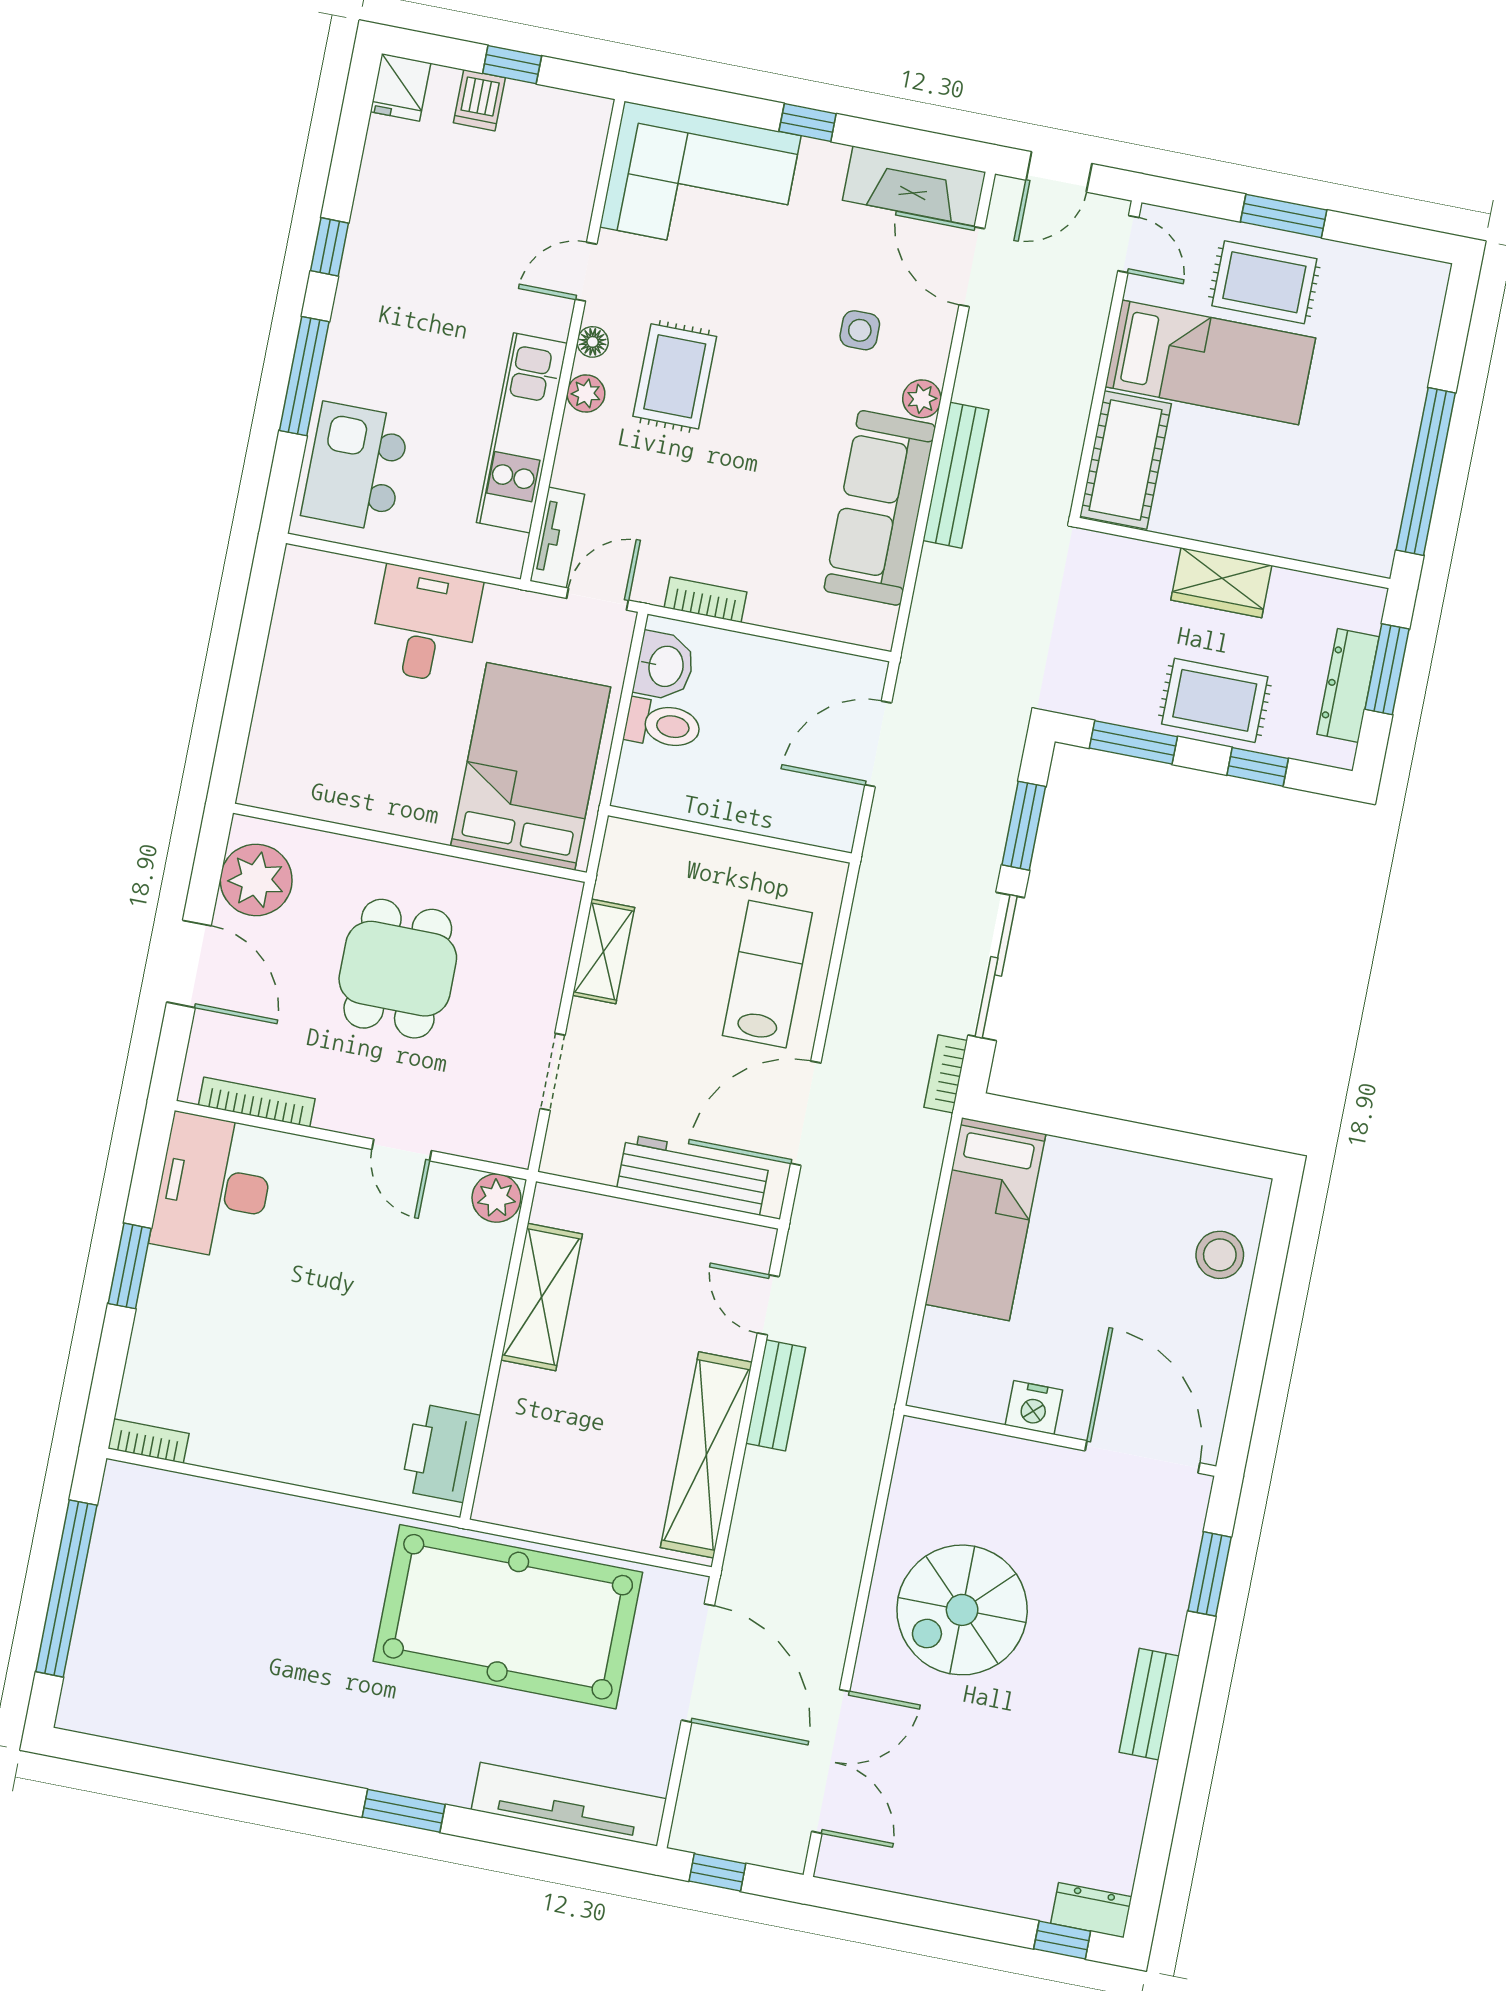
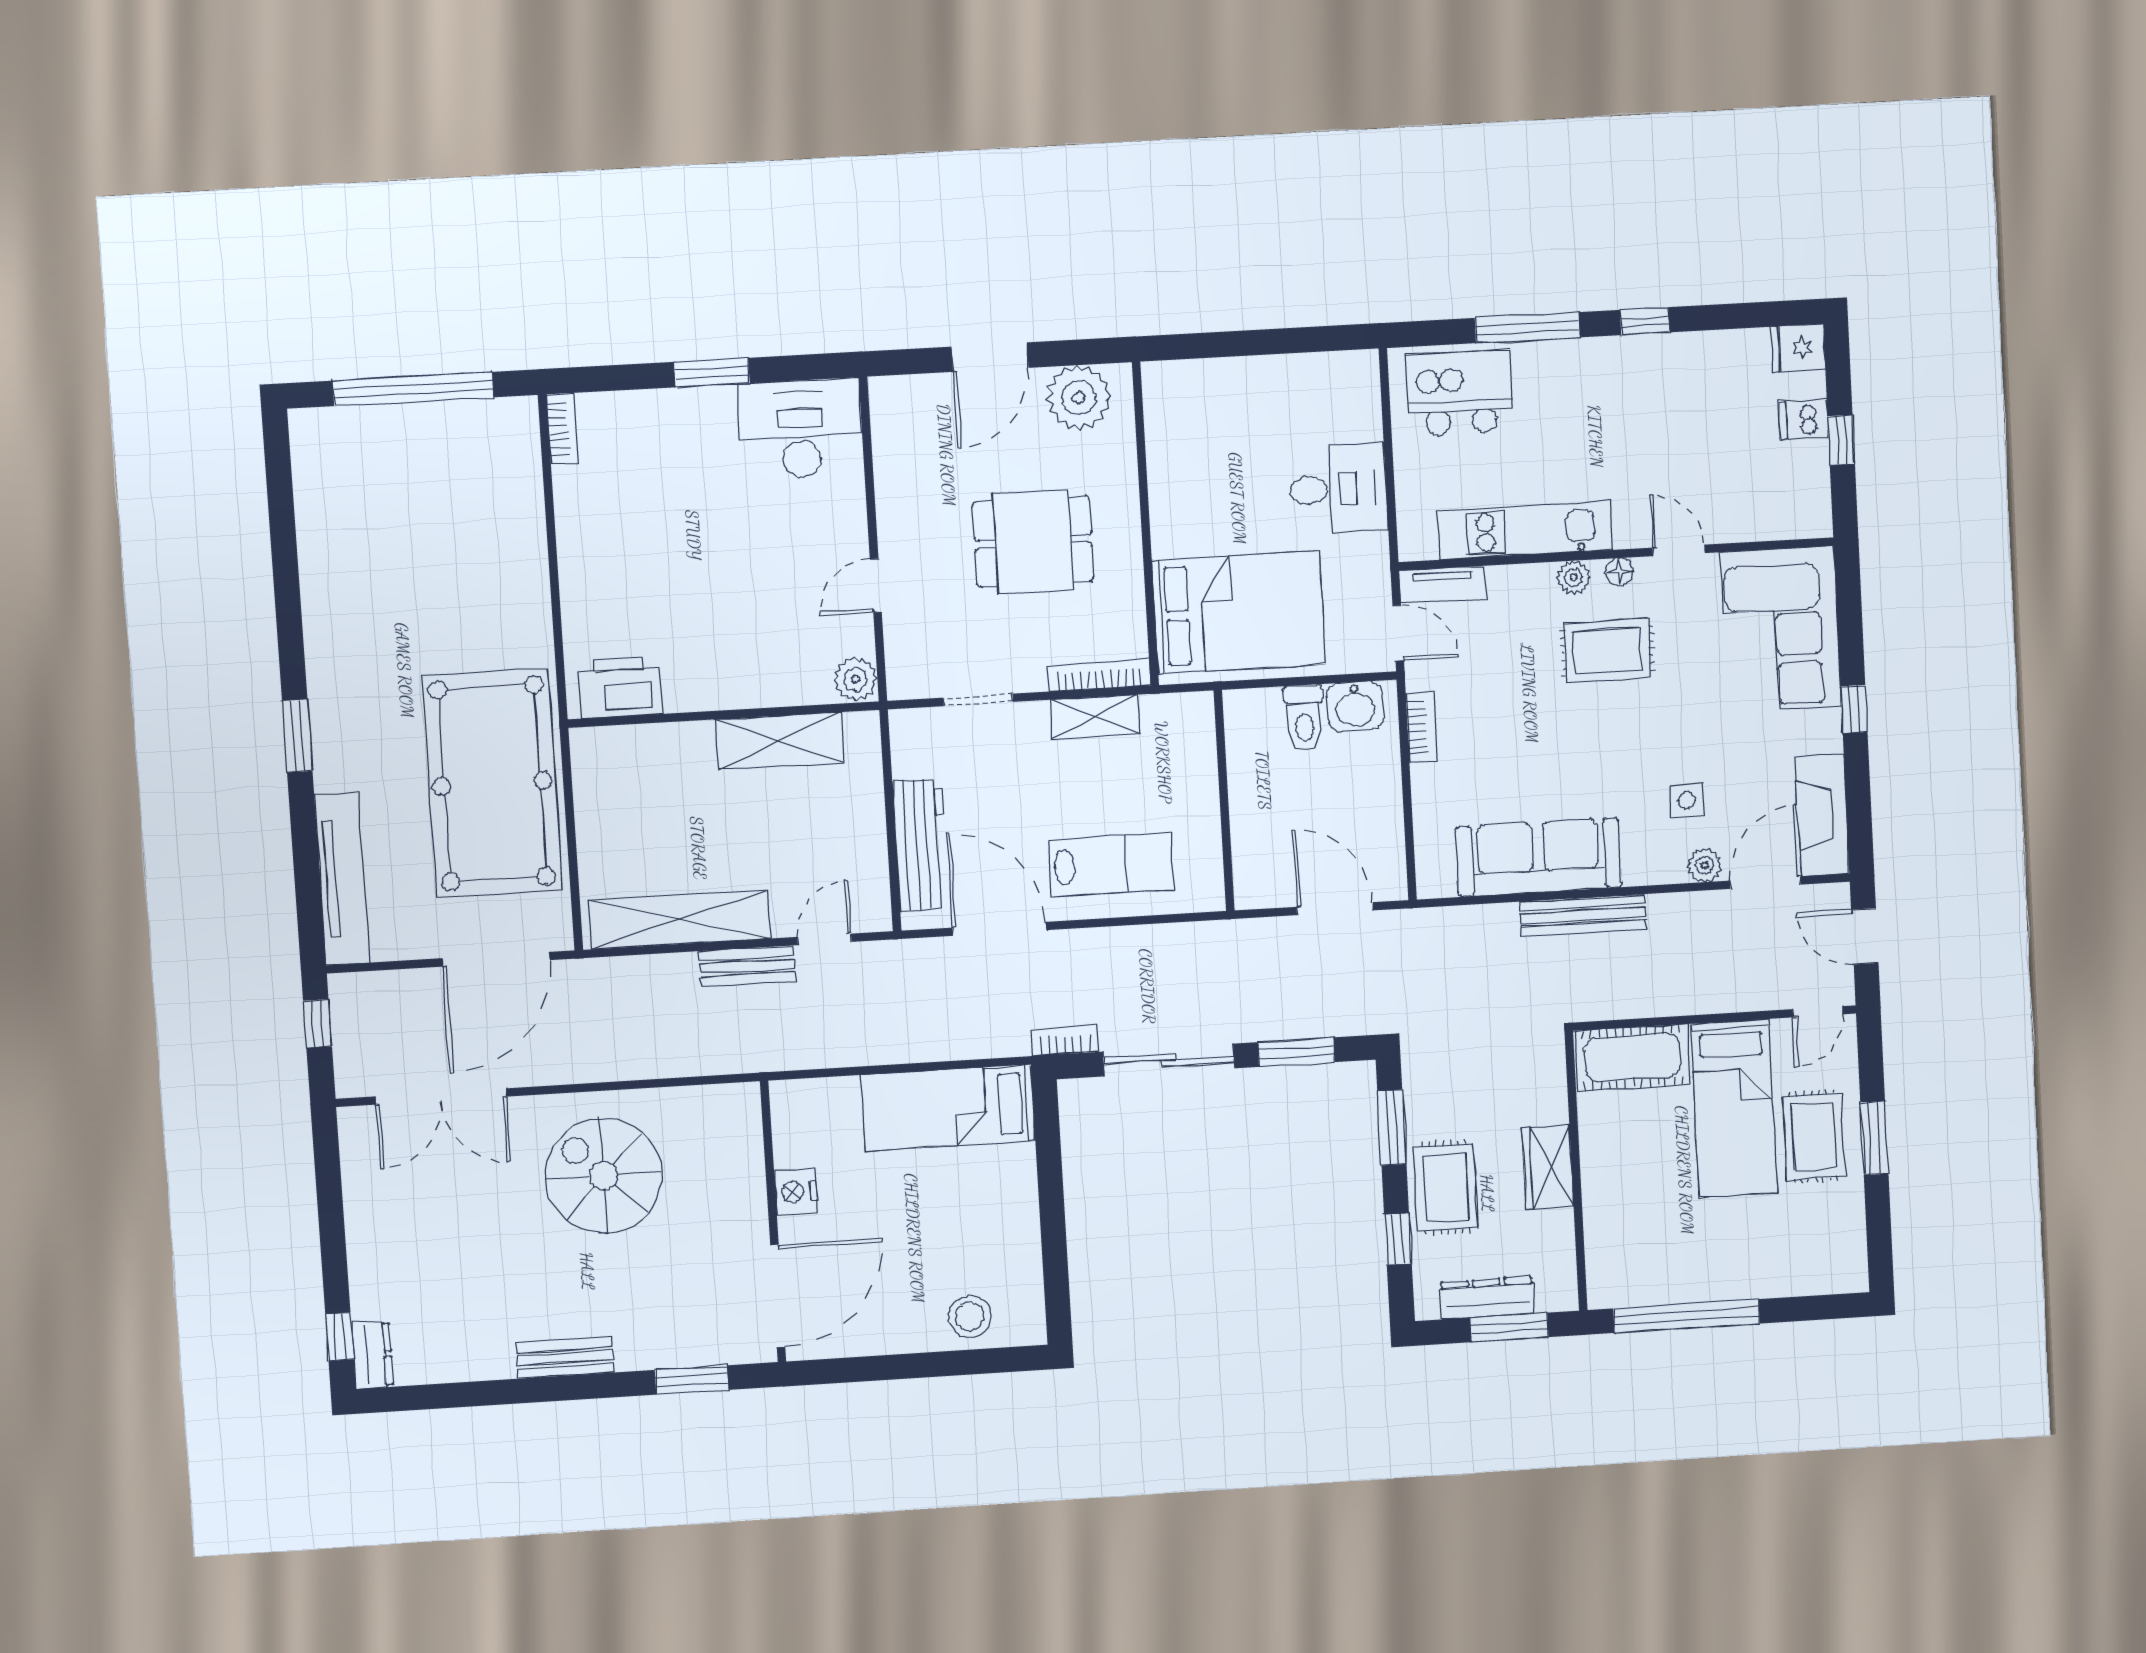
plant: (922, 399) -> (1704, 865), moved
bookcase: (257, 1102) -> (1099, 676), moved, turned -90

